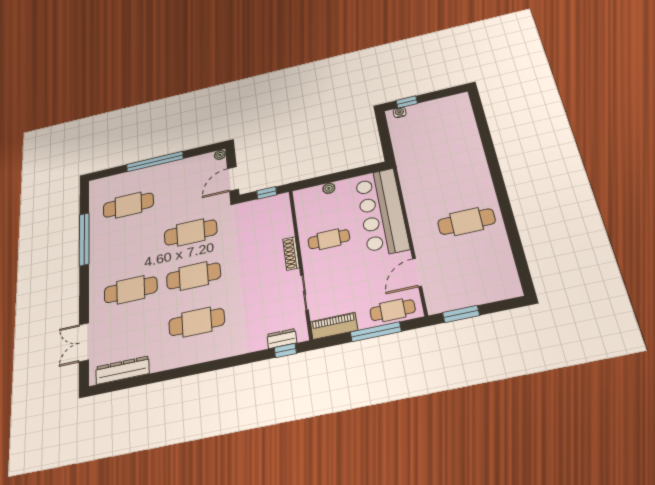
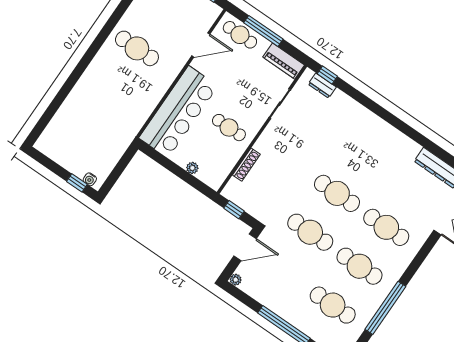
shoe rack: (291, 253) -> (246, 165), moved
cafe table: (197, 322) -> (359, 266), moved

